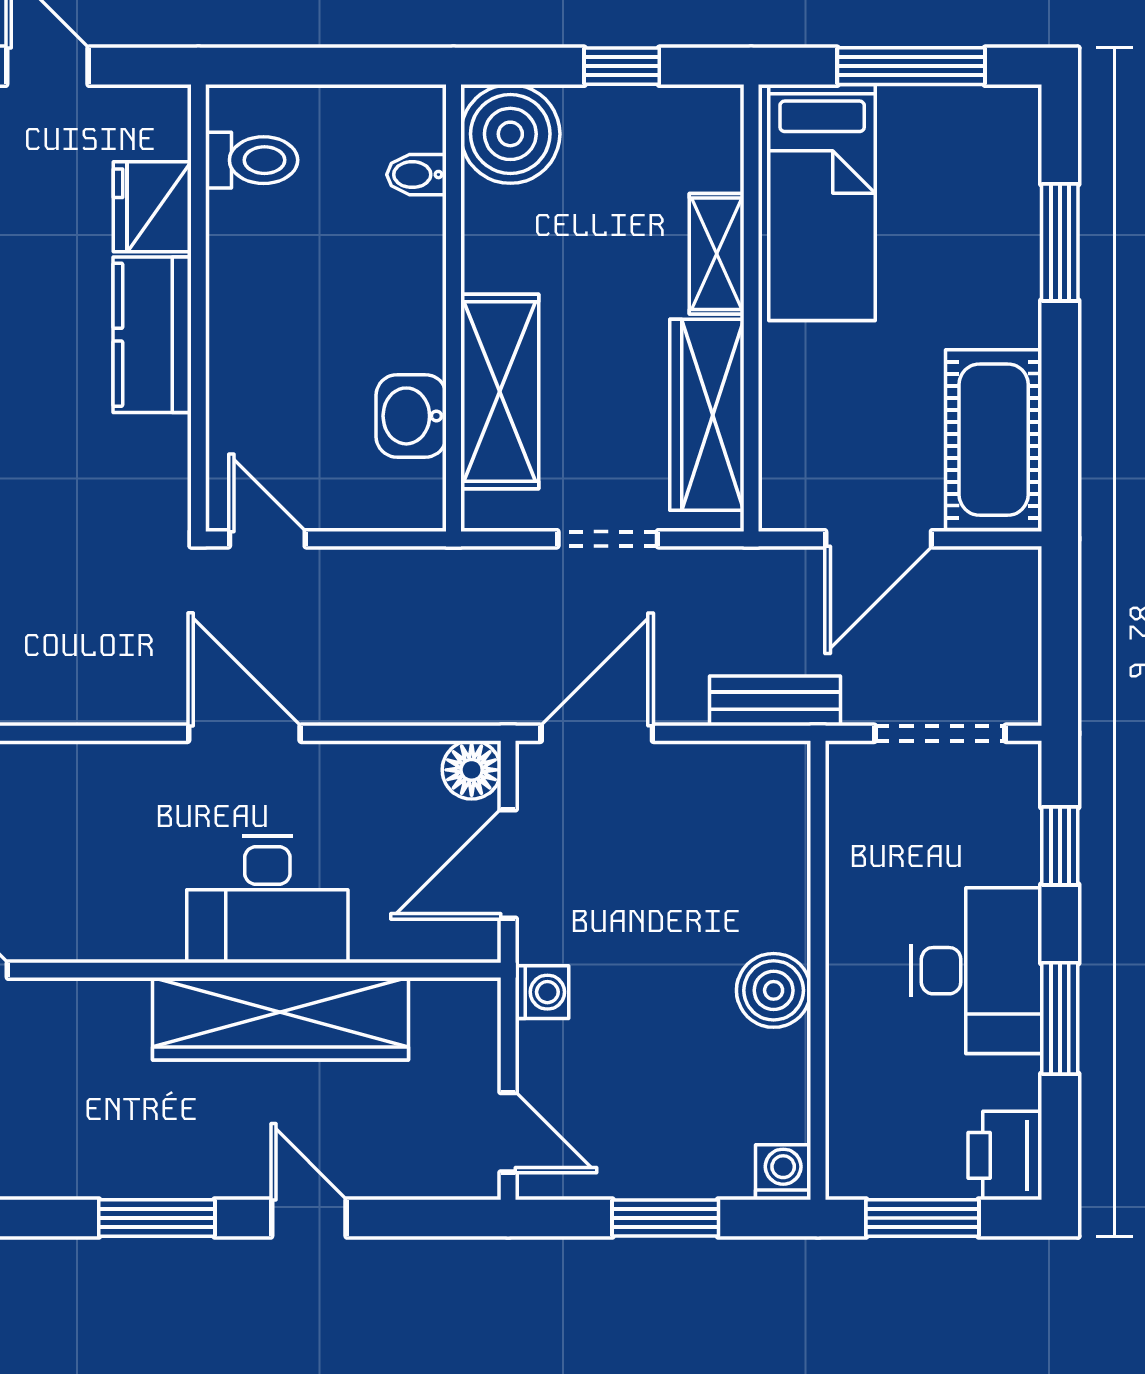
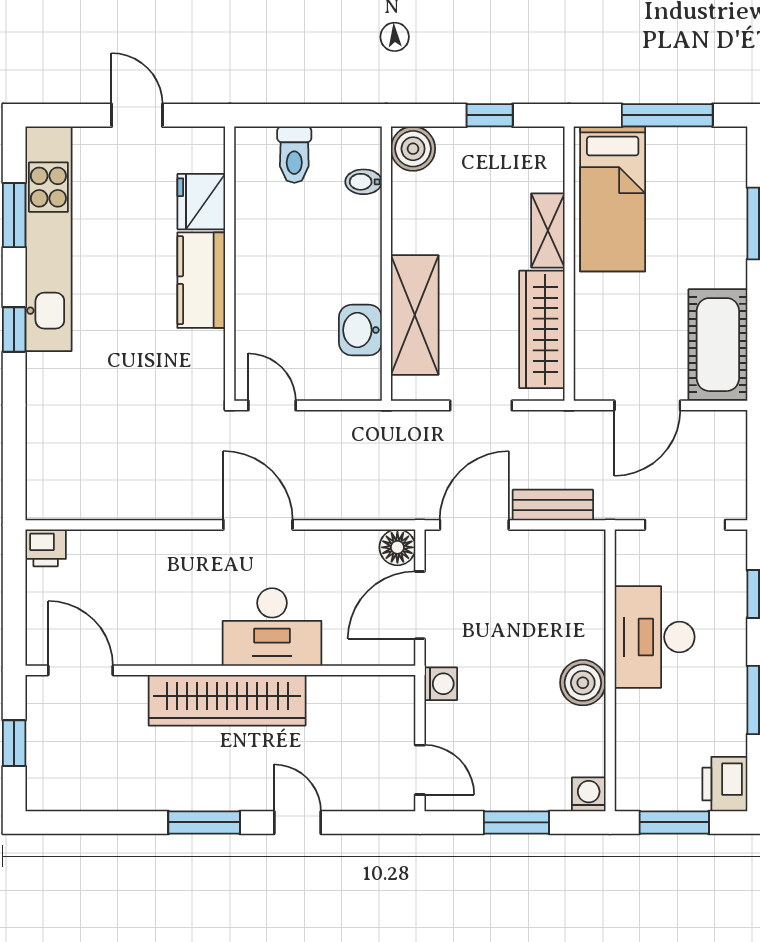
boiler: (510, 134) -> (413, 149), width x0.73, depth x0.73
toilet: (252, 160) -> (294, 155), moved, turned 90
bench: (775, 701) -> (553, 505), moved
desk: (976, 971) -> (655, 637), moved, turned 180
wardrobe: (280, 1019) -> (227, 700), moved

